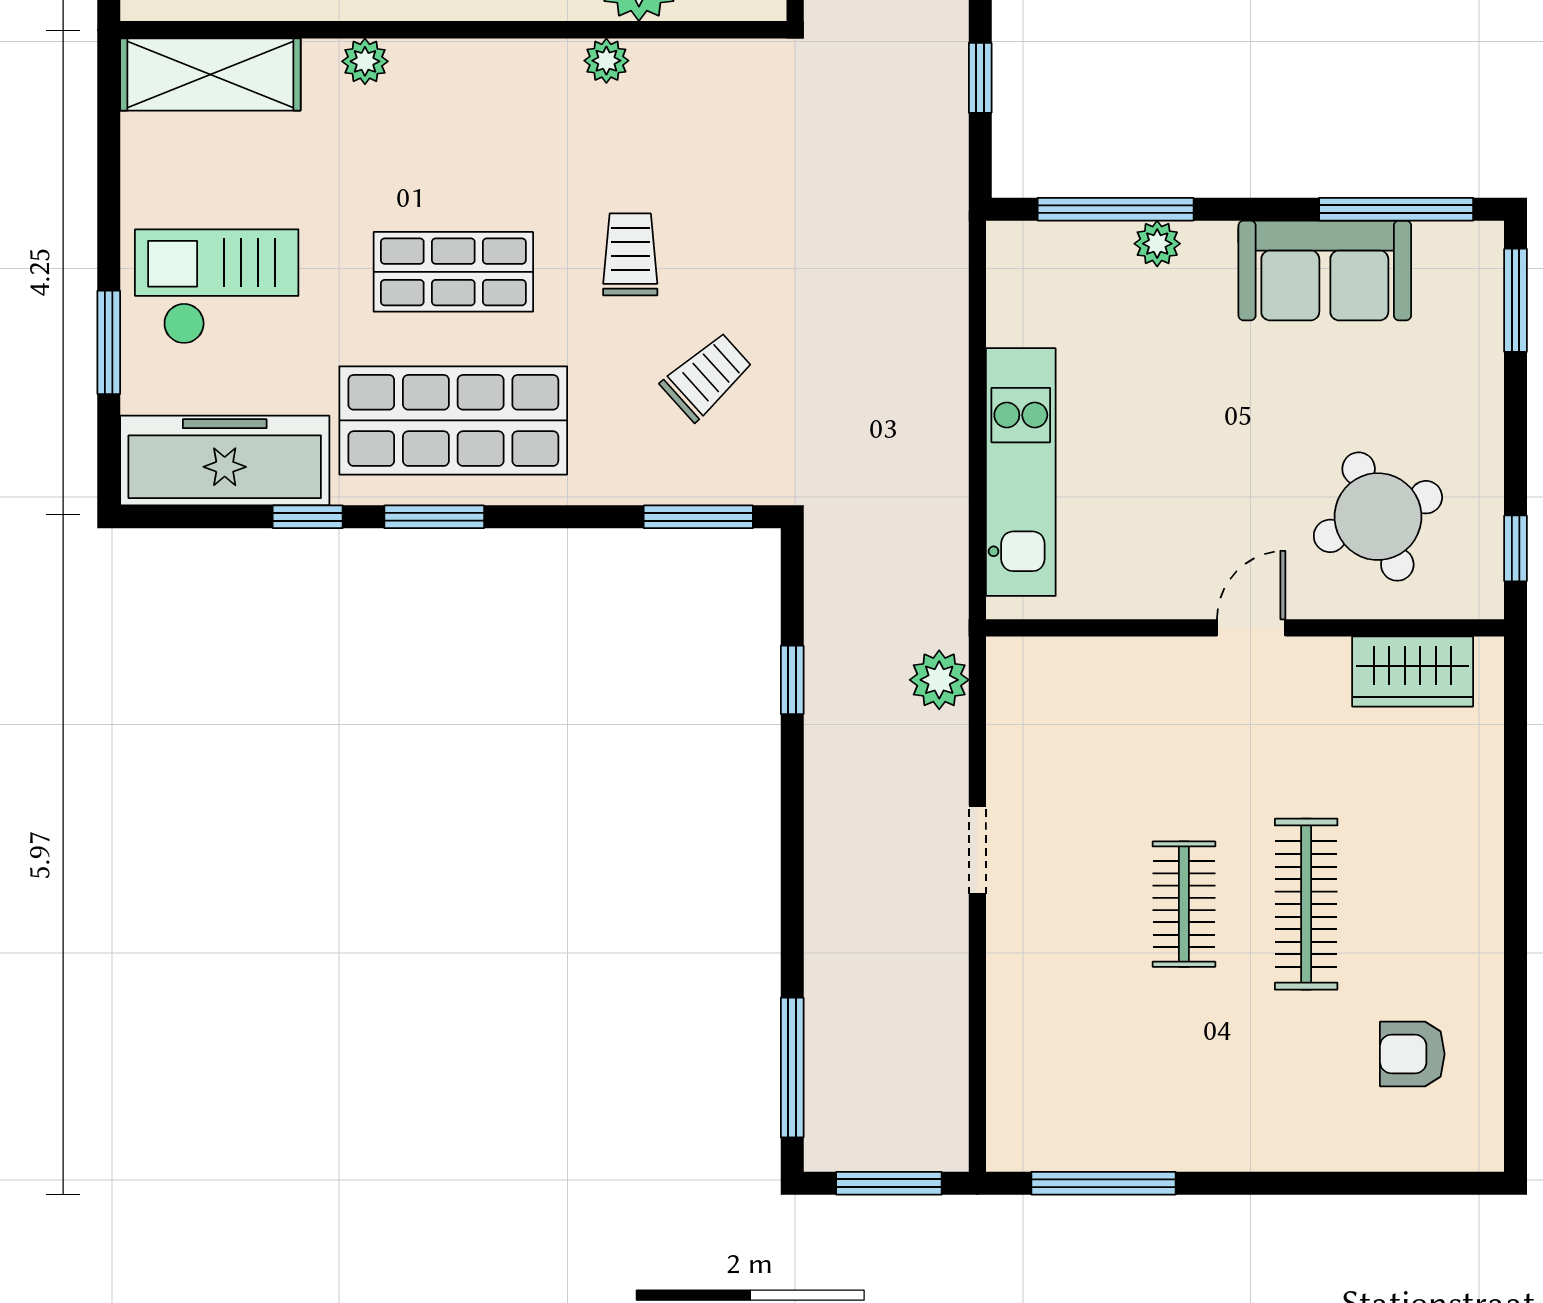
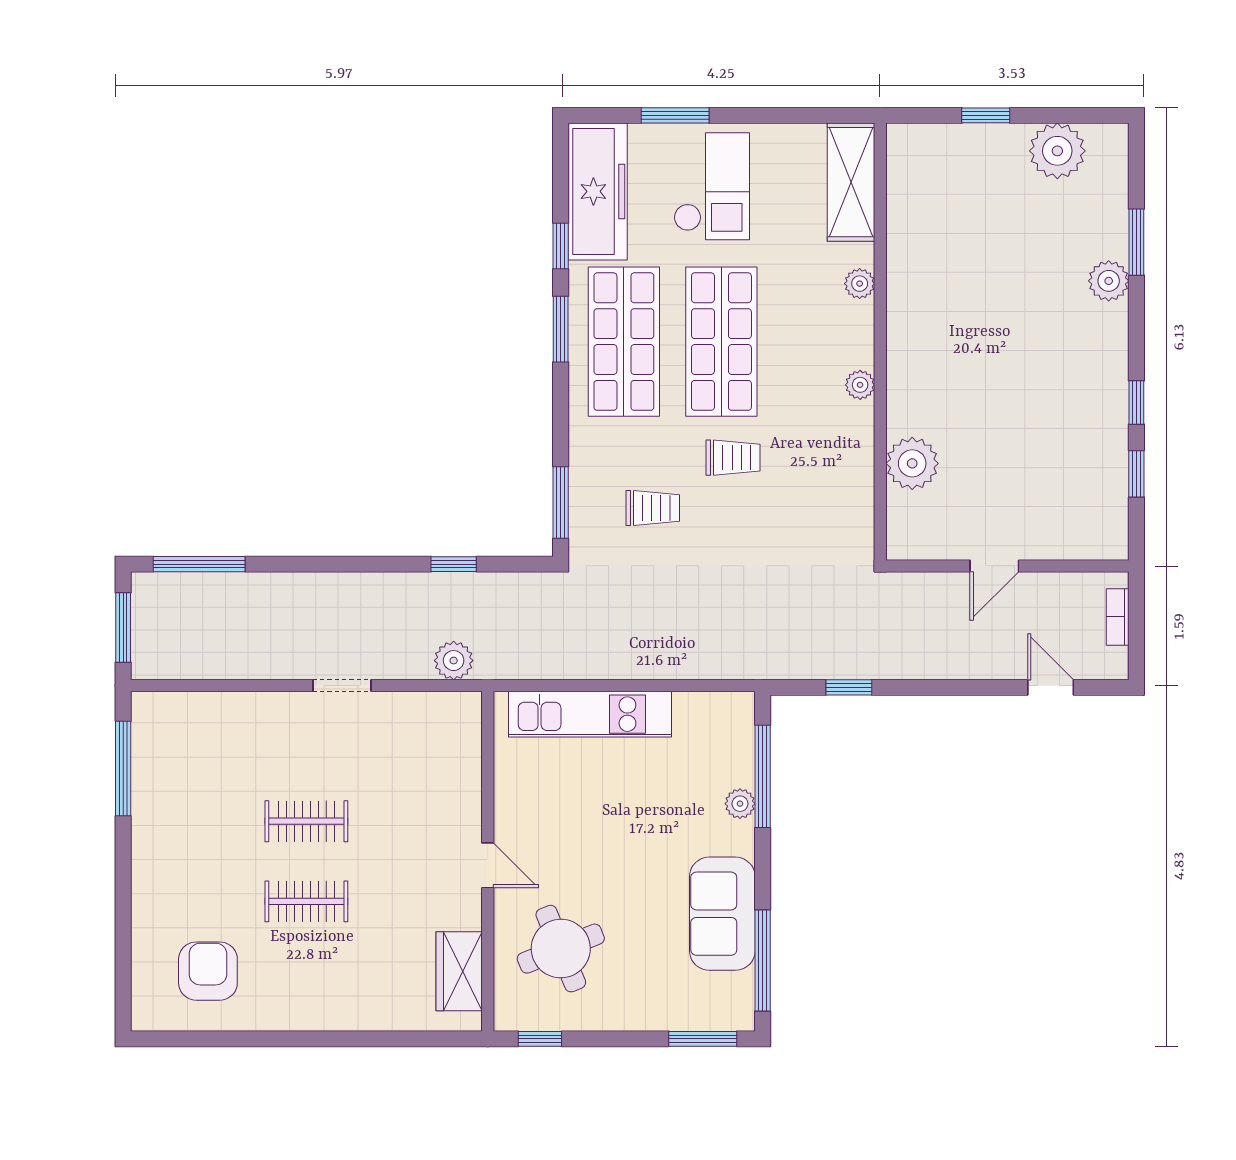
plant: (606, 61) -> (860, 385), moved
shop shelf: (453, 272) -> (721, 342), width x1.43, depth x1.36
trolley: (707, 377) -> (653, 508), turned -48
clothes rail: (1306, 904) -> (306, 901), width x0.73
armchair: (1412, 1054) -> (208, 971), width x1.38, depth x1.38

